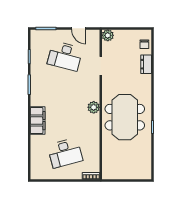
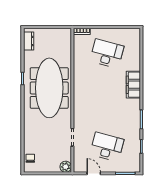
dresser: (146, 64) -> (29, 41), moved
plant: (94, 107) -> (79, 97), removed
meeting table: (125, 117) -> (49, 88), width x1.36
desk: (65, 153) -> (107, 54), turned 30

